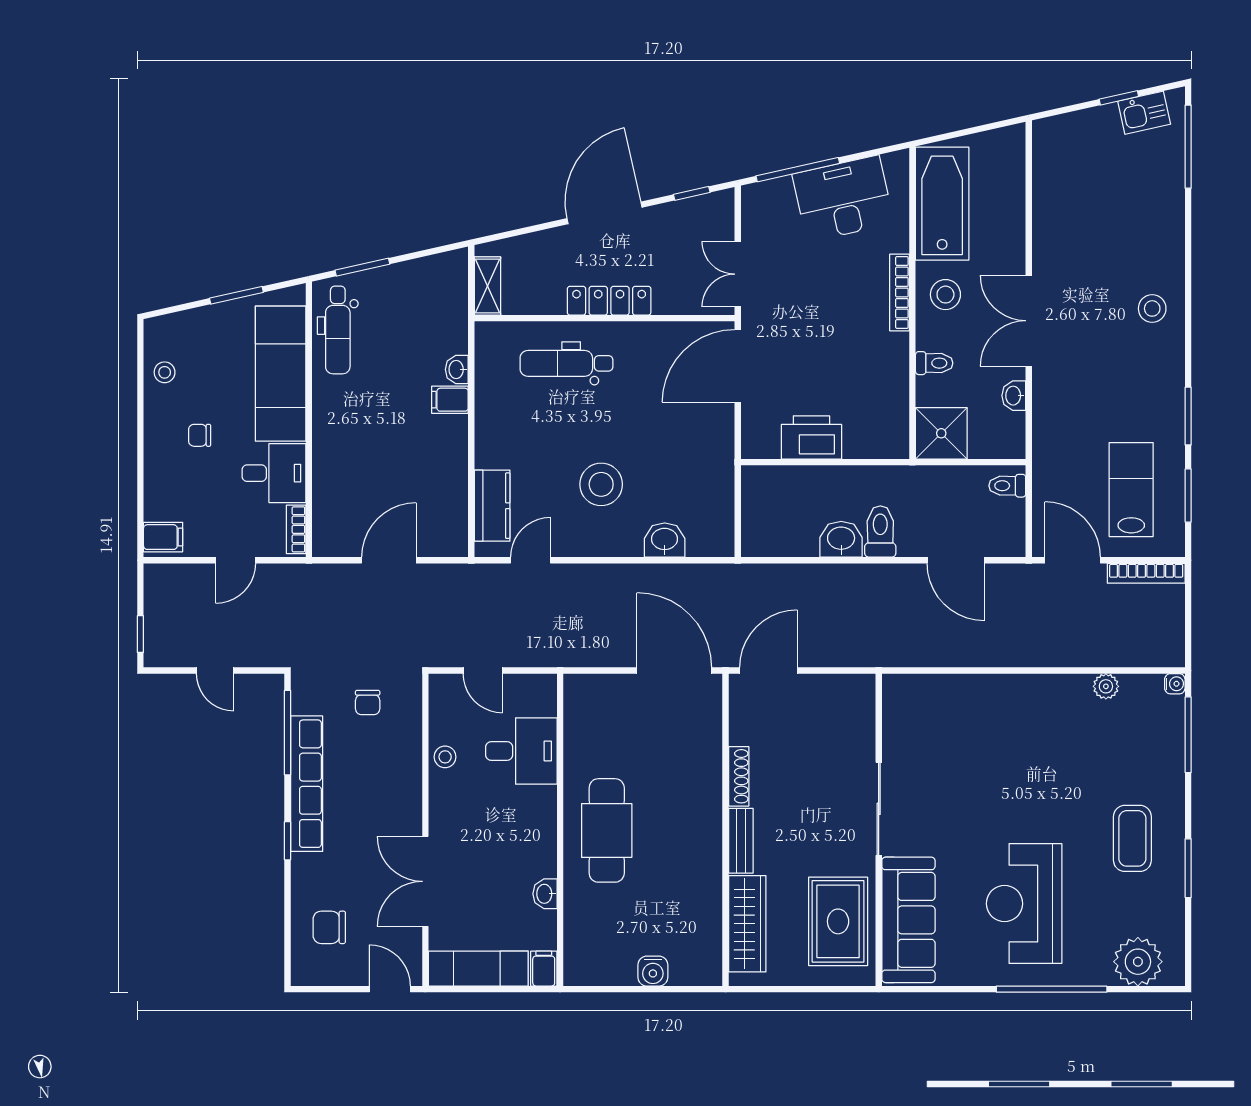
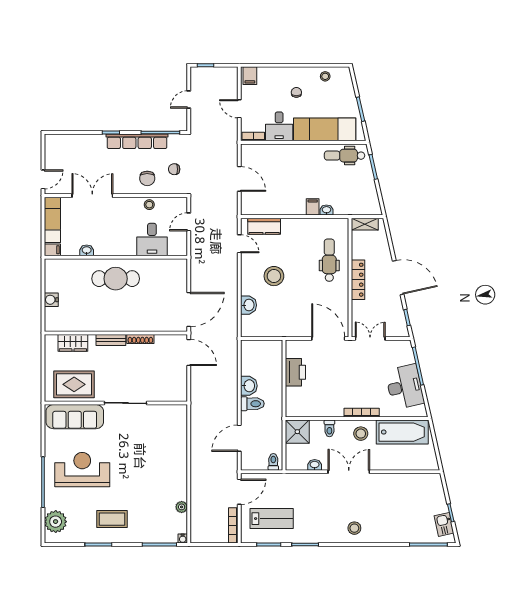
wardrobe: (747, 924) -> (73, 343), width x0.67
chair: (329, 927) -> (147, 178), moved, turned 180

